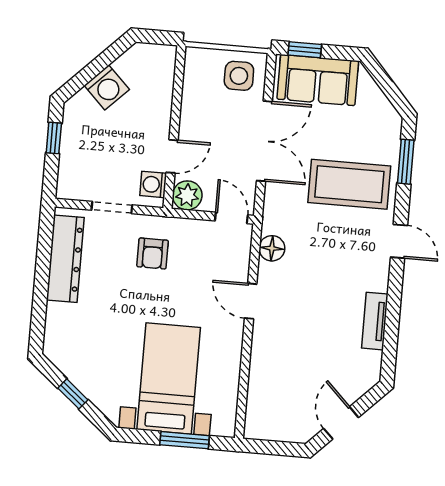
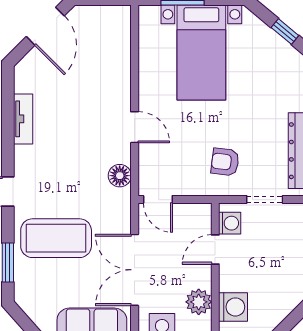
washing machine: (107, 87) -> (233, 307), moved, turned 135
plant: (187, 195) -> (199, 302), moved
armchair: (153, 254) -> (225, 162), turned -83
door: (341, 423) -> (45, 26), width x1.38

